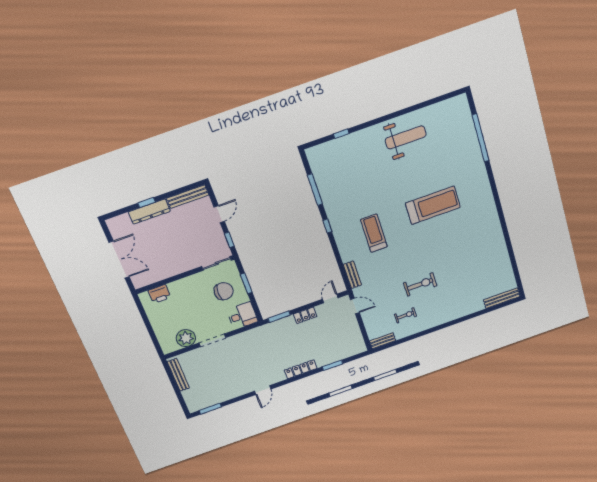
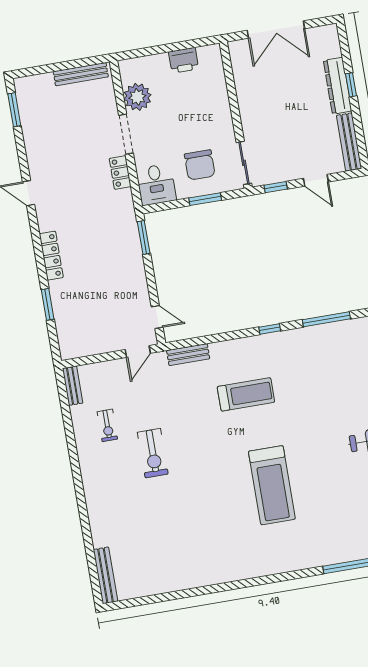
printer: (159, 294) -> (184, 60), moved, turned -90
locker: (305, 315) -> (120, 172), moved

